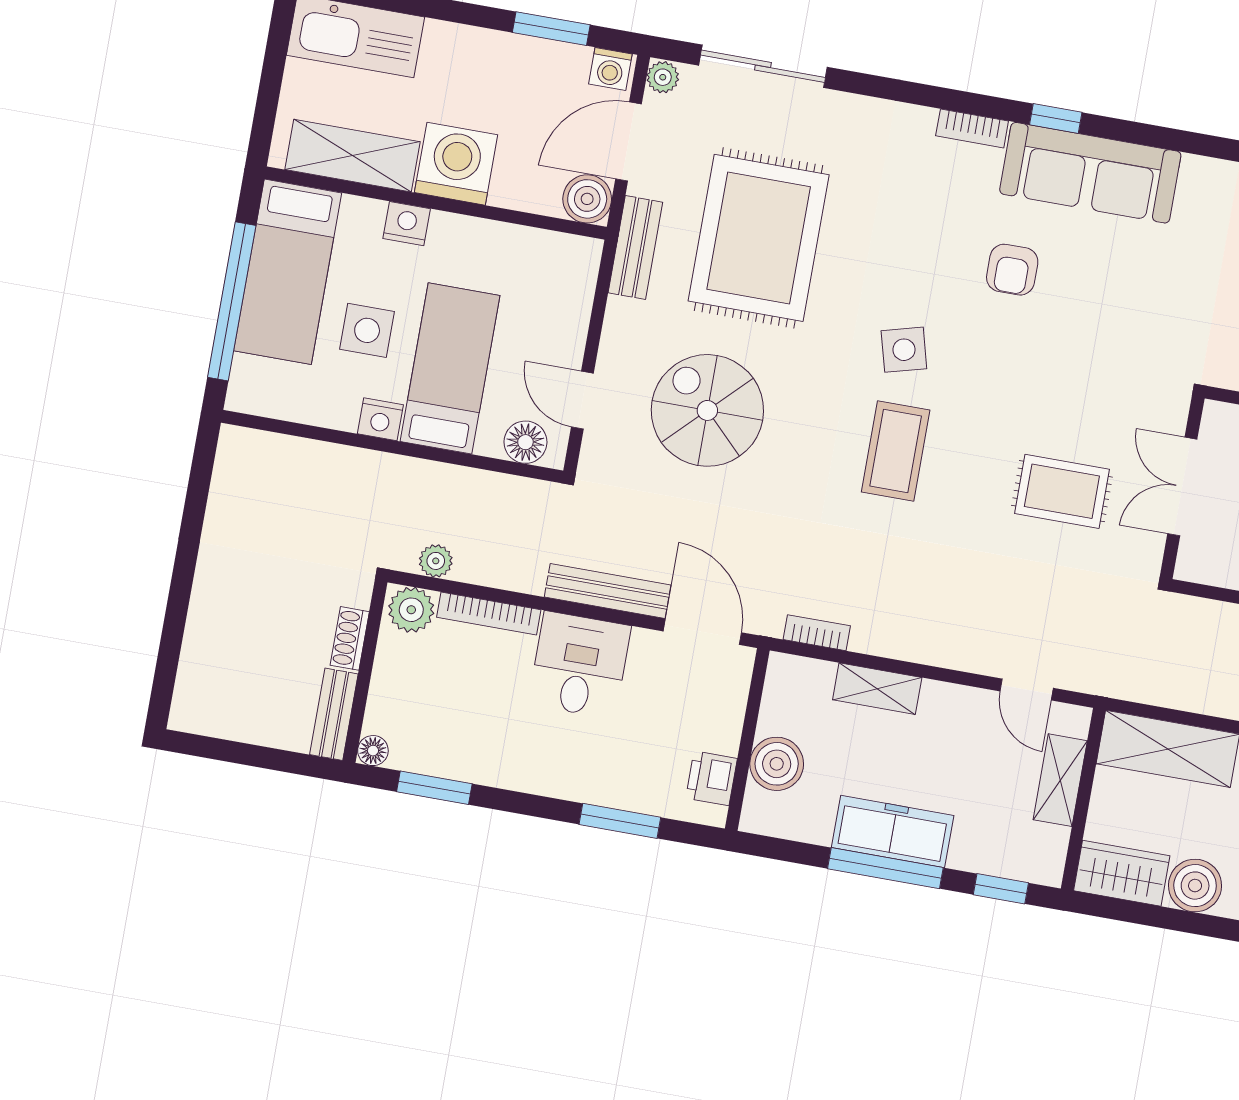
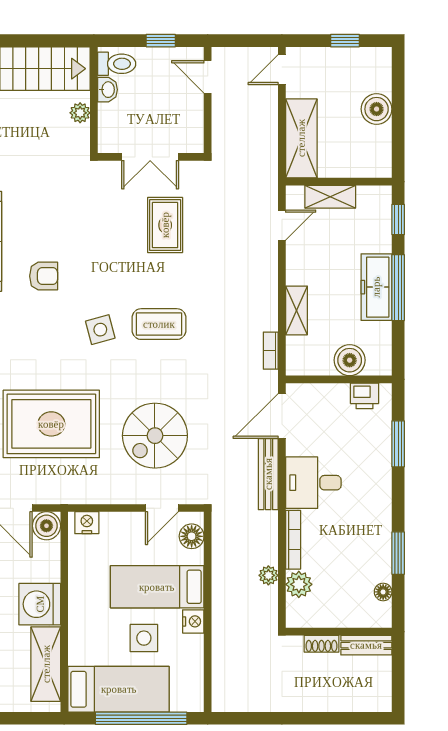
nightstand: (407, 224) -> (87, 523), moved, turned 90
bench: (635, 247) -> (69, 493), removed
shoe rack: (350, 638) -> (321, 644), moved
wall: (365, 671) -> (339, 632), moved
bench: (334, 714) -> (366, 645), moved
wardrobe: (1122, 873) -> (377, 152), removed

